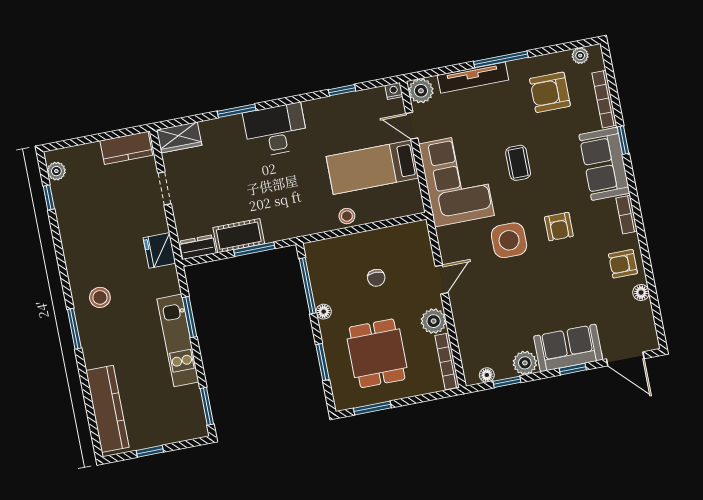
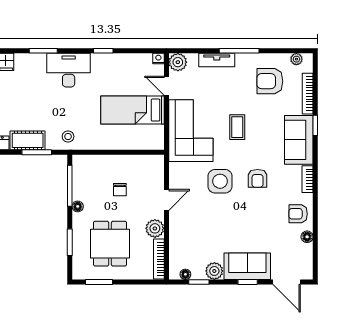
tv unit: (473, 78) -> (217, 60), width x0.71
window: (342, 90) -> (103, 51), moved
stool: (347, 216) -> (68, 136), moved

